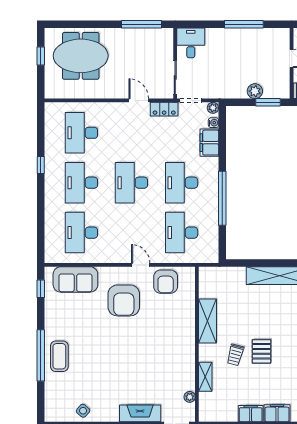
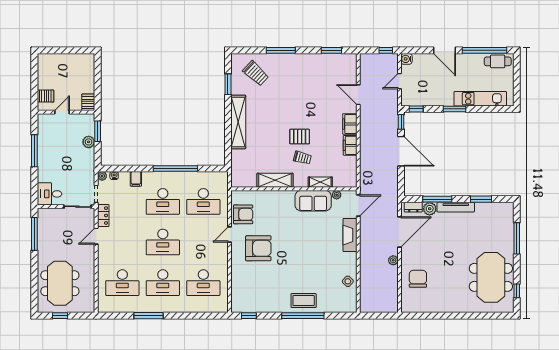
filing cabinet: (209, 143) -> (136, 179), width x0.50
window: (41, 165) -> (149, 316), width x2.17
sofa: (75, 279) -> (313, 201), moved, turned 90

